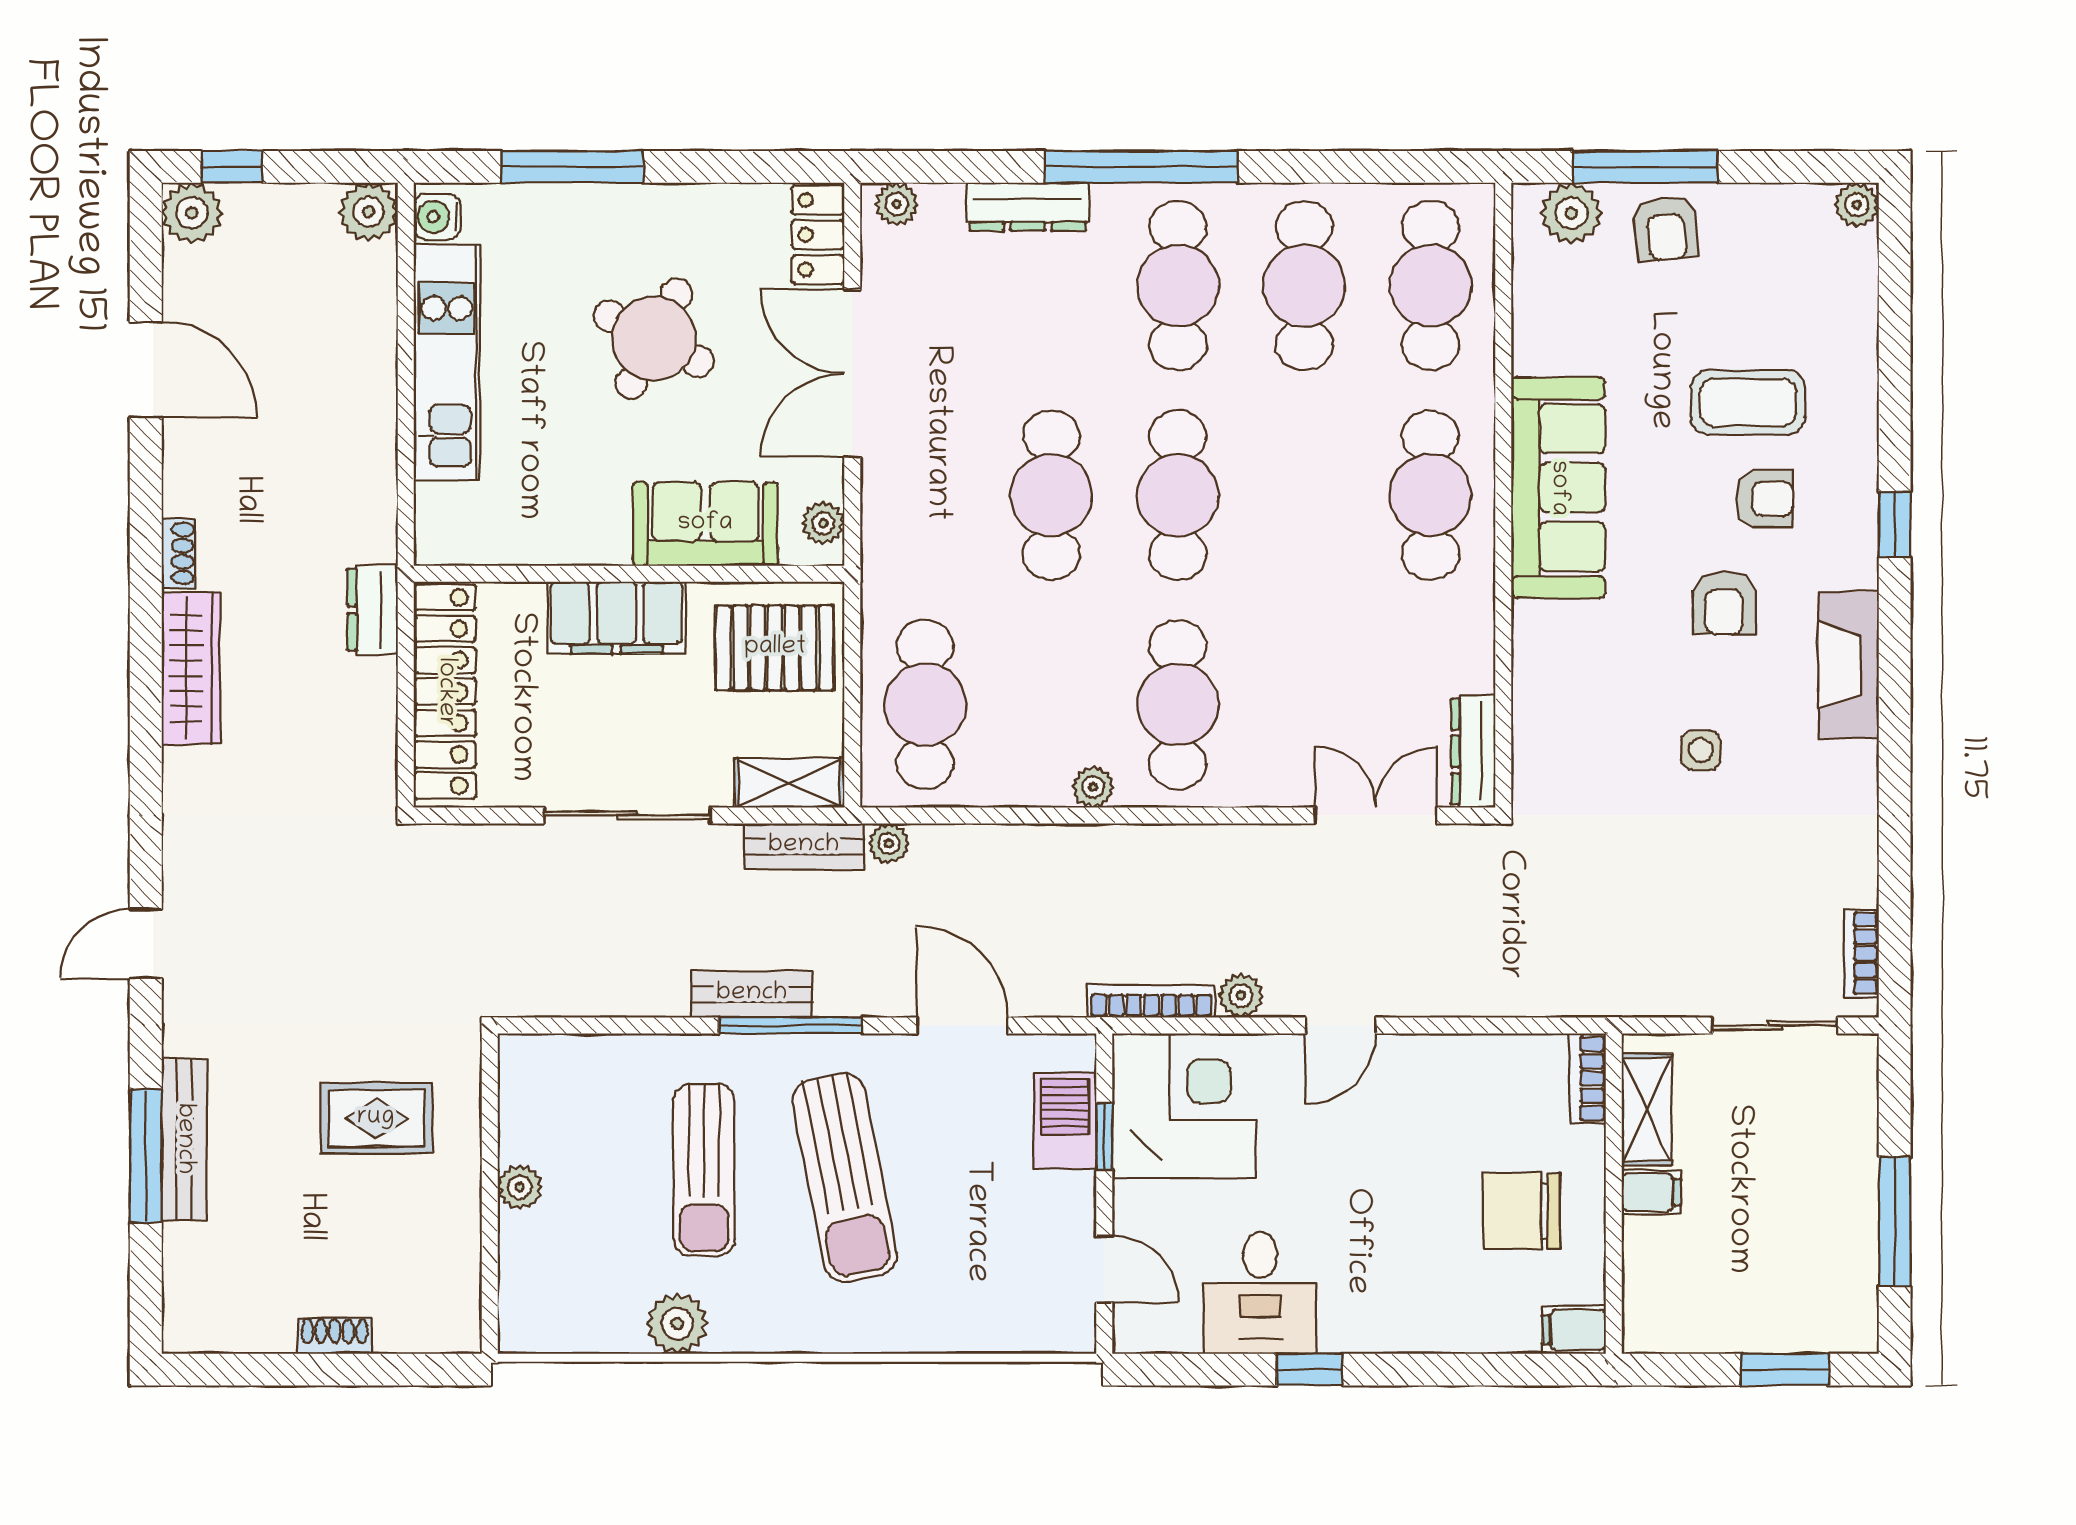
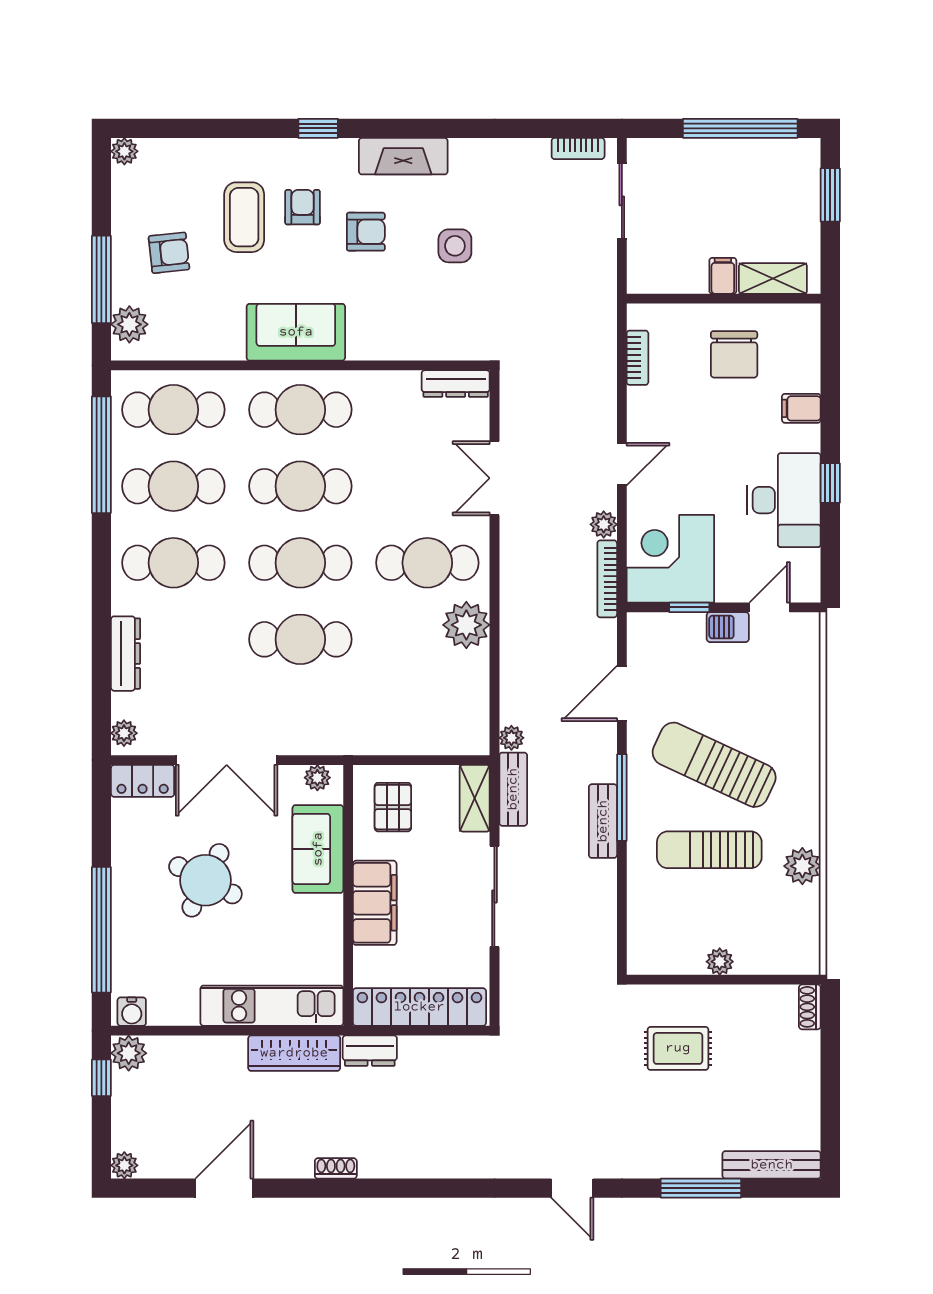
window: (232, 167) -> (101, 1078), moved
window: (572, 167) -> (101, 930), width x1.46
window: (1141, 167) -> (101, 455), moved
plant: (192, 213) -> (124, 1165), width x0.73, depth x0.73
armchair: (1666, 228) -> (169, 253), moved
kitchen unit: (447, 362) -> (272, 1006), moved
sofa: (1558, 488) -> (296, 332), width x0.73
pallet: (775, 648) -> (393, 807), width x0.67, depth x0.71
wardrobe: (191, 668) -> (294, 1053), moved, turned 180
cafe table: (925, 705) -> (300, 486), moved
side table: (1701, 750) -> (455, 246), width x1.37, depth x1.37
plant: (1093, 787) -> (466, 625), width x1.88, depth x1.88
double door: (1376, 815) -> (494, 478), moved
door: (1341, 1026) -> (622, 464), hinge flipped
bookcase: (1588, 1078) -> (637, 358), moved, turned -90
shelving: (1647, 1110) -> (773, 279), moved
rug: (376, 1118) -> (678, 1048), turned 90
barbecue: (1065, 1121) -> (728, 627), moved, width x0.73, depth x0.79
bench: (184, 1139) -> (772, 1165), moved
sun lounger: (704, 1170) -> (709, 850), turned 180
sun lounger: (844, 1178) -> (714, 765), turned -144
window: (1895, 1221) -> (740, 128), width x1.46
desk: (1260, 1293) -> (784, 500), width x1.37
filing cabinet: (1574, 1330) -> (801, 408), moved, turned 90
shoe rack: (335, 1336) -> (810, 1007), moved

